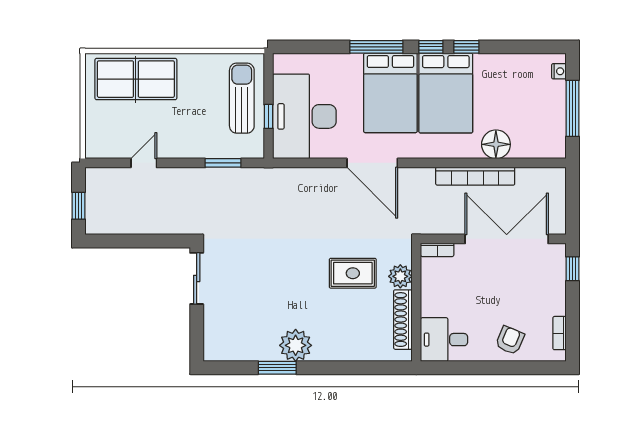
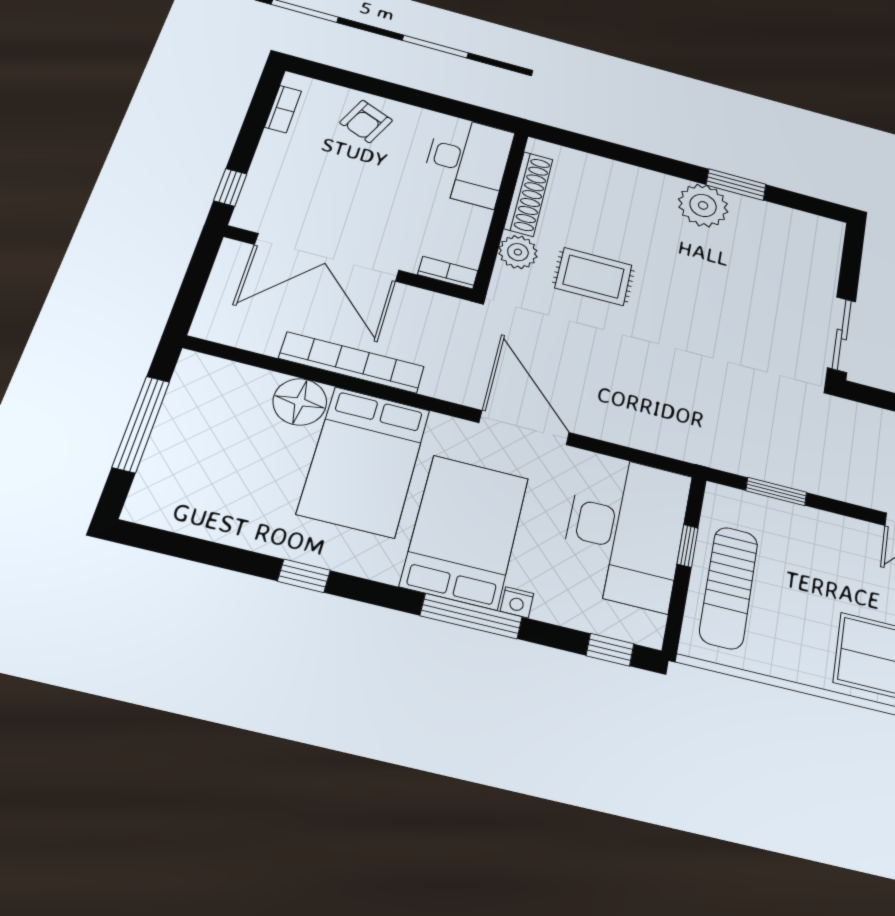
window: (431, 47) -> (610, 650), moved
nightstand: (559, 71) -> (517, 602), moved, turned -90
bed: (446, 93) -> (364, 461), moved, turned 180
desk: (444, 340) -> (467, 161), width x1.37

